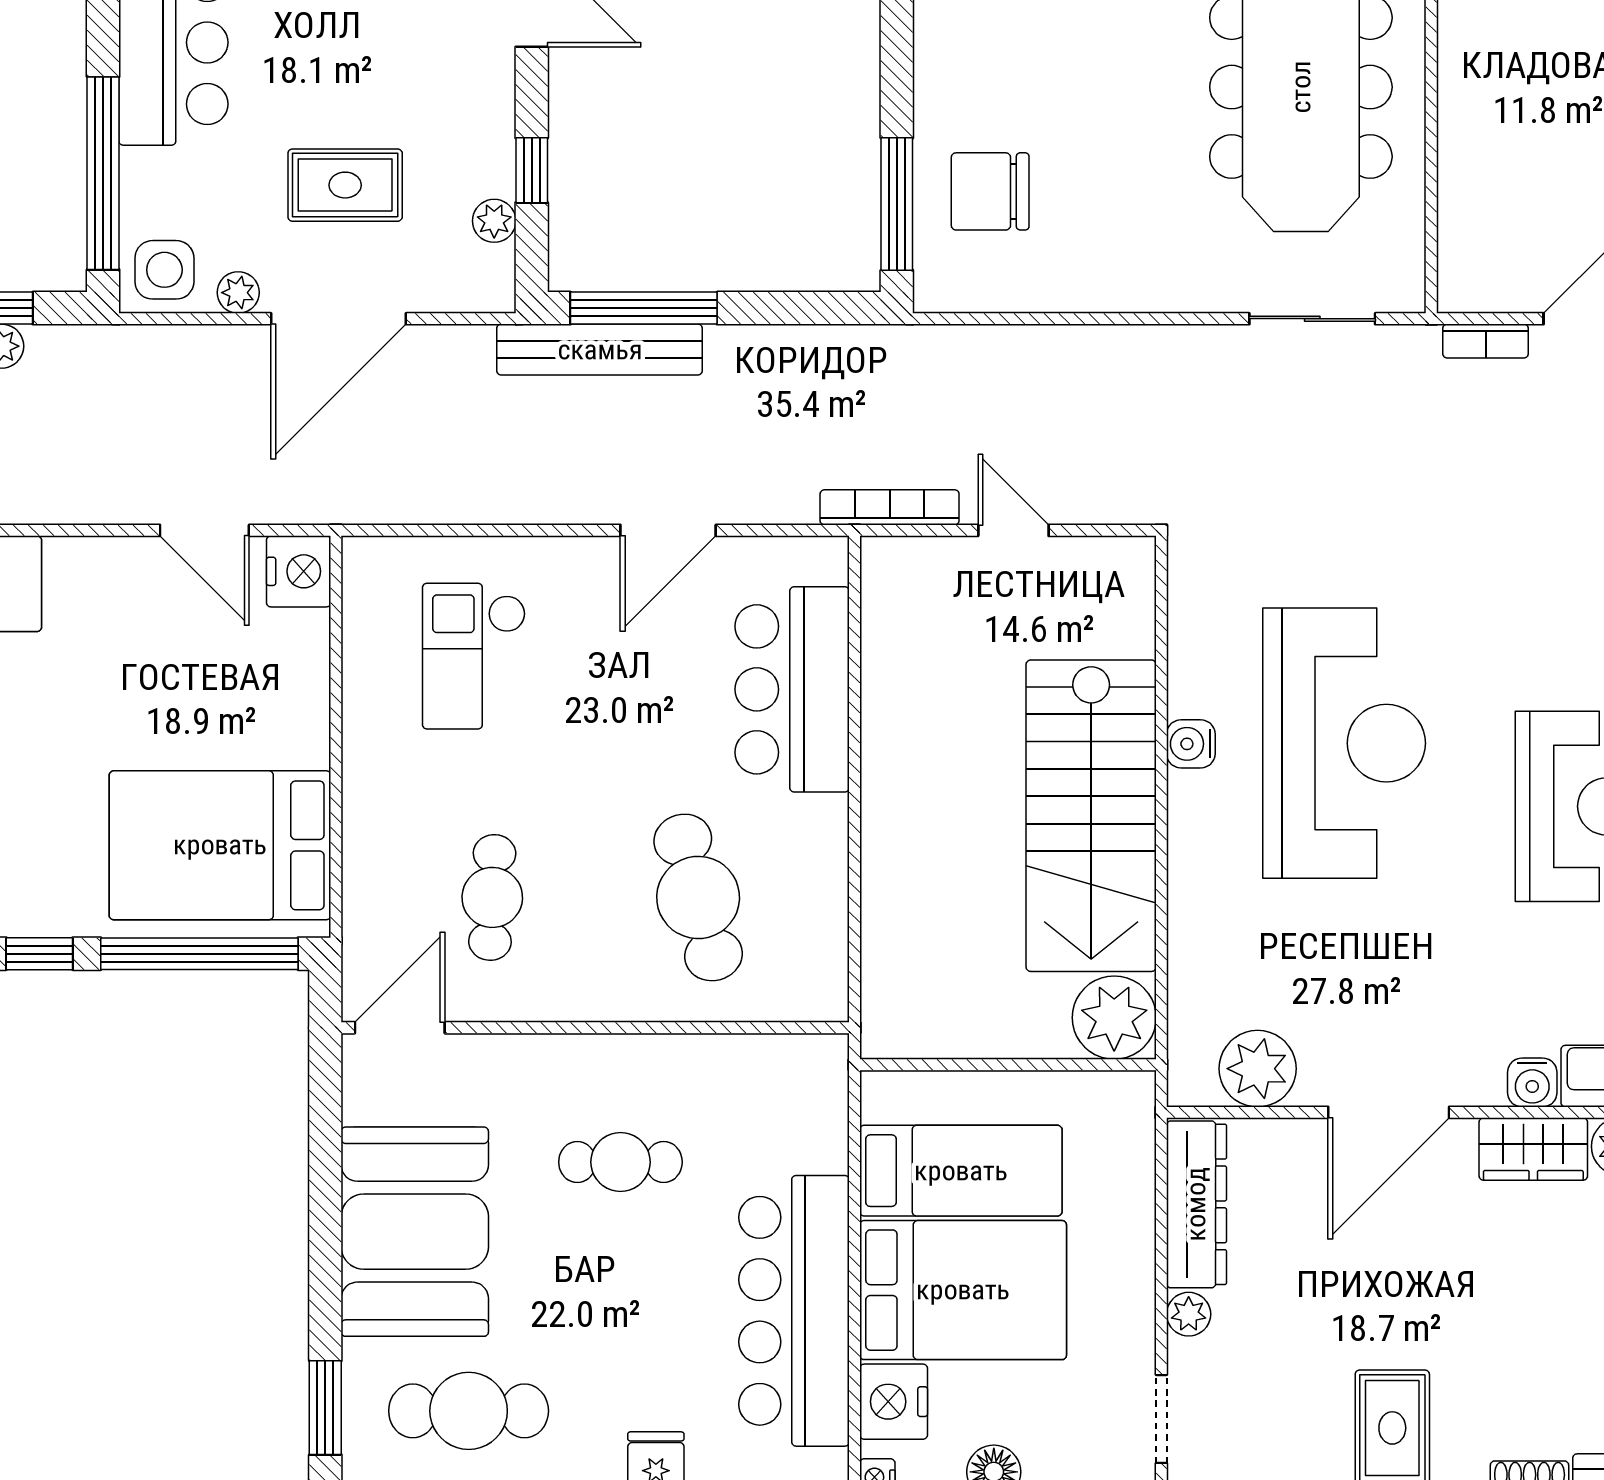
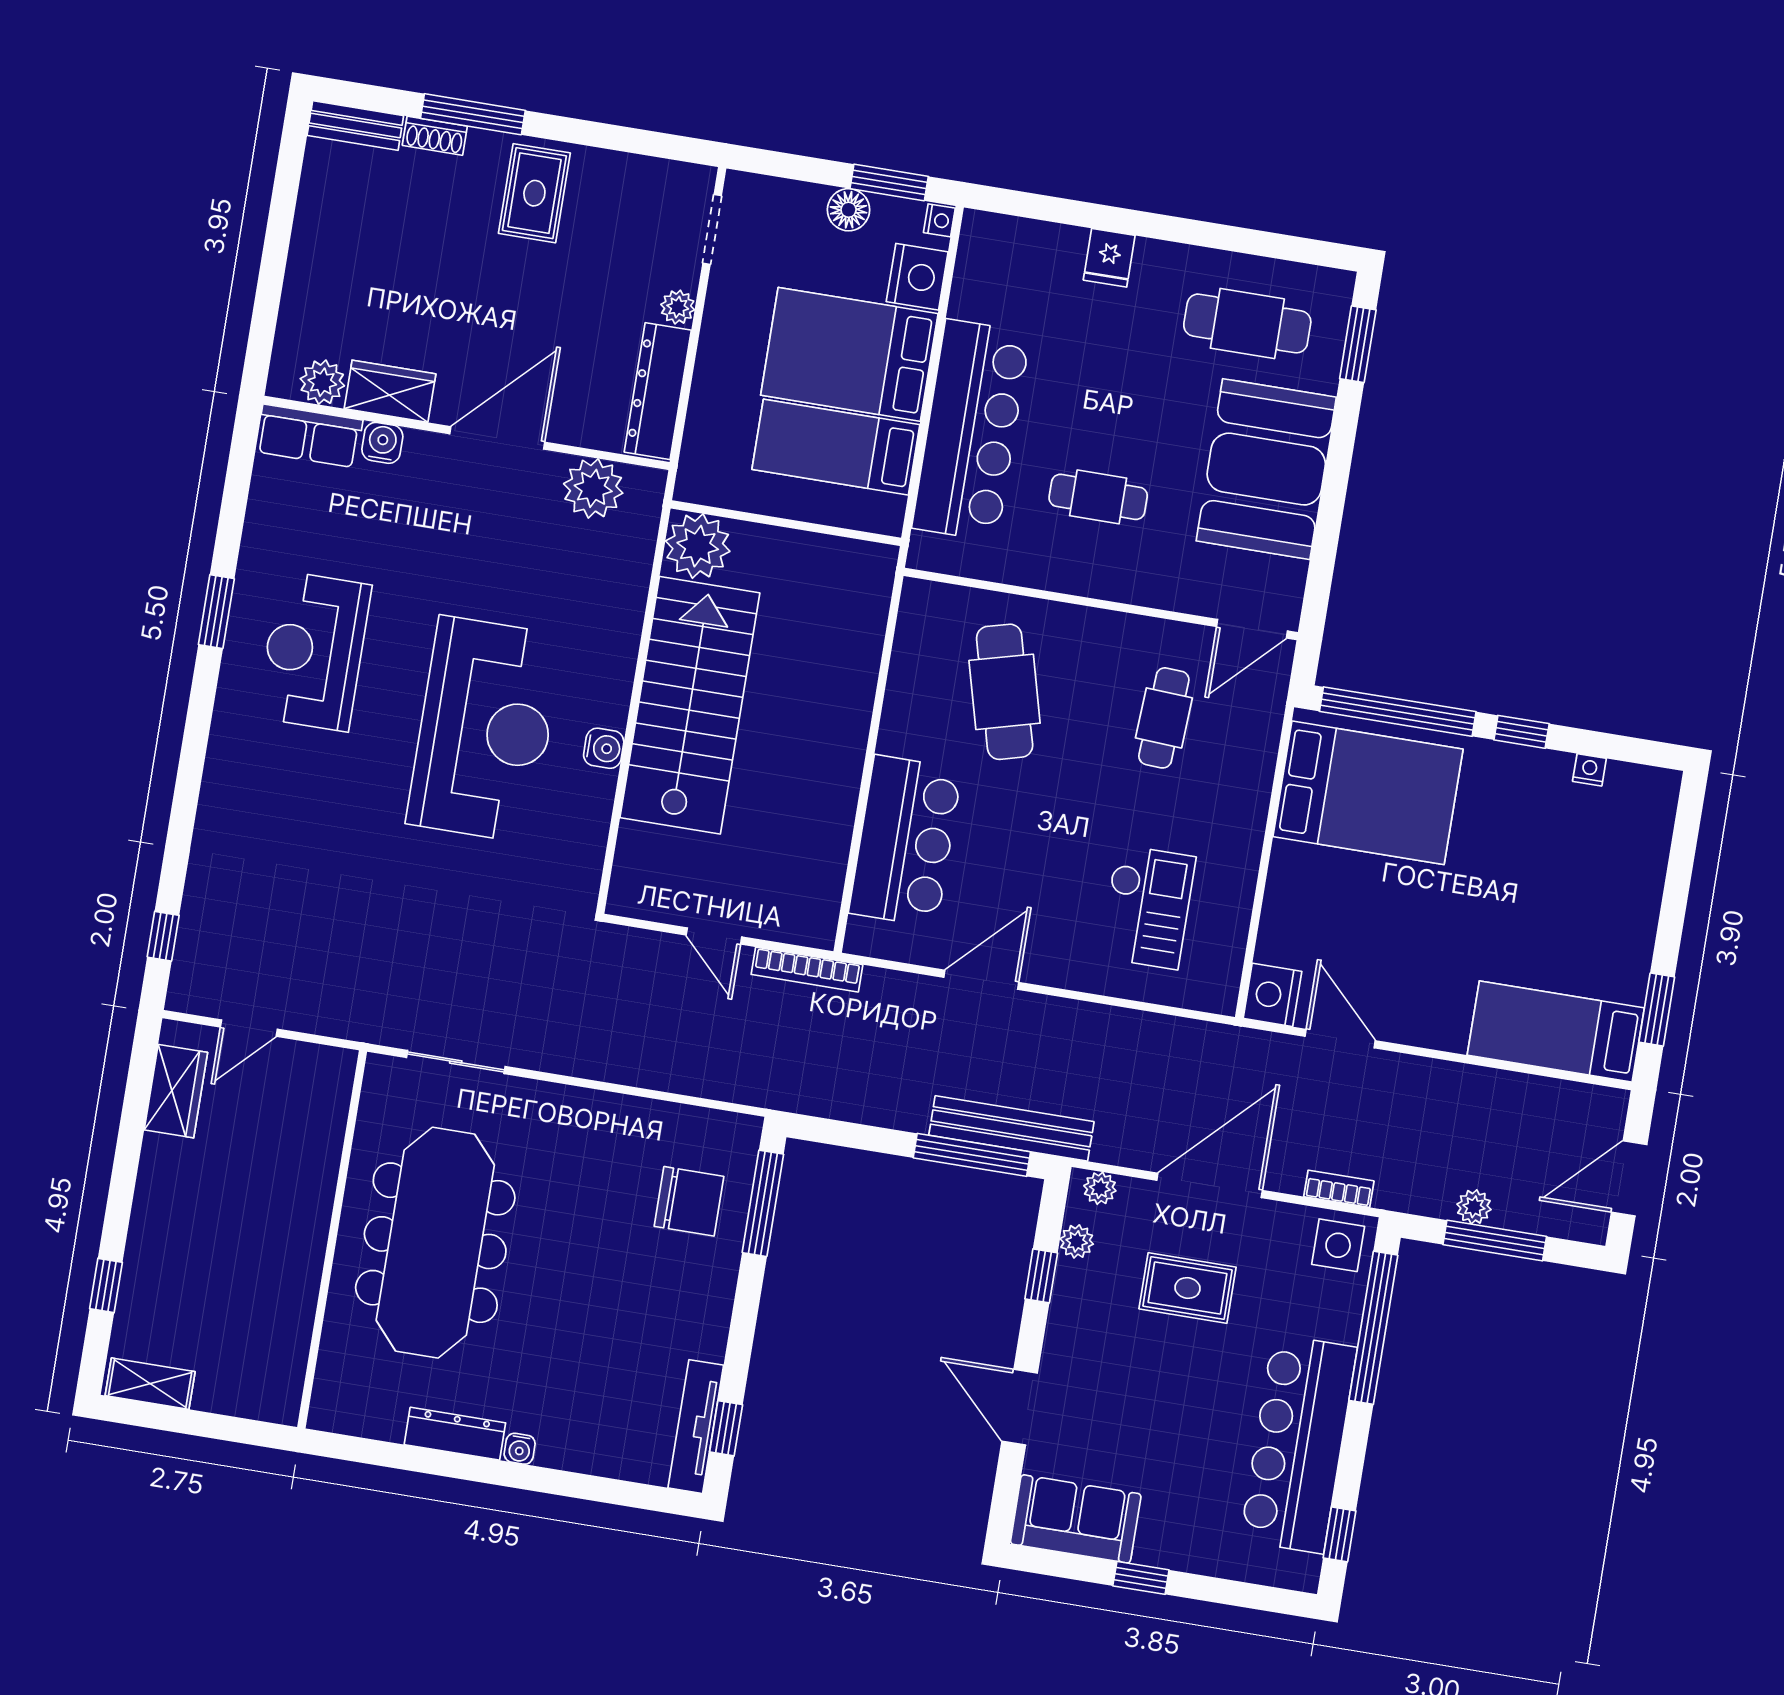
plant: (238, 293) -> (1100, 1188), moved
bookcase: (1486, 341) -> (1339, 1189), moved
reception desk: (1344, 743) -> (485, 729), turned 180
bar counter: (794, 1311) -> (971, 430), moved

